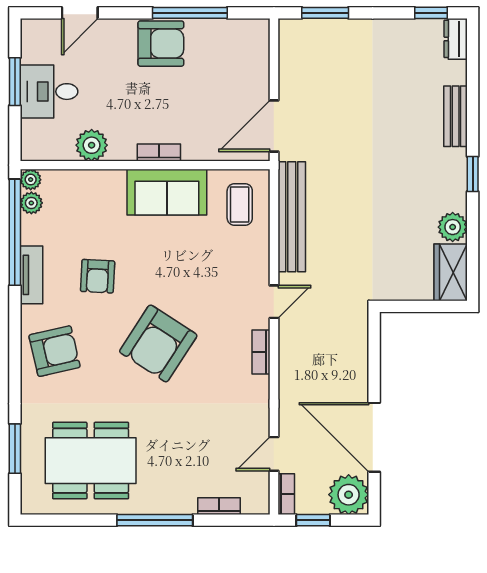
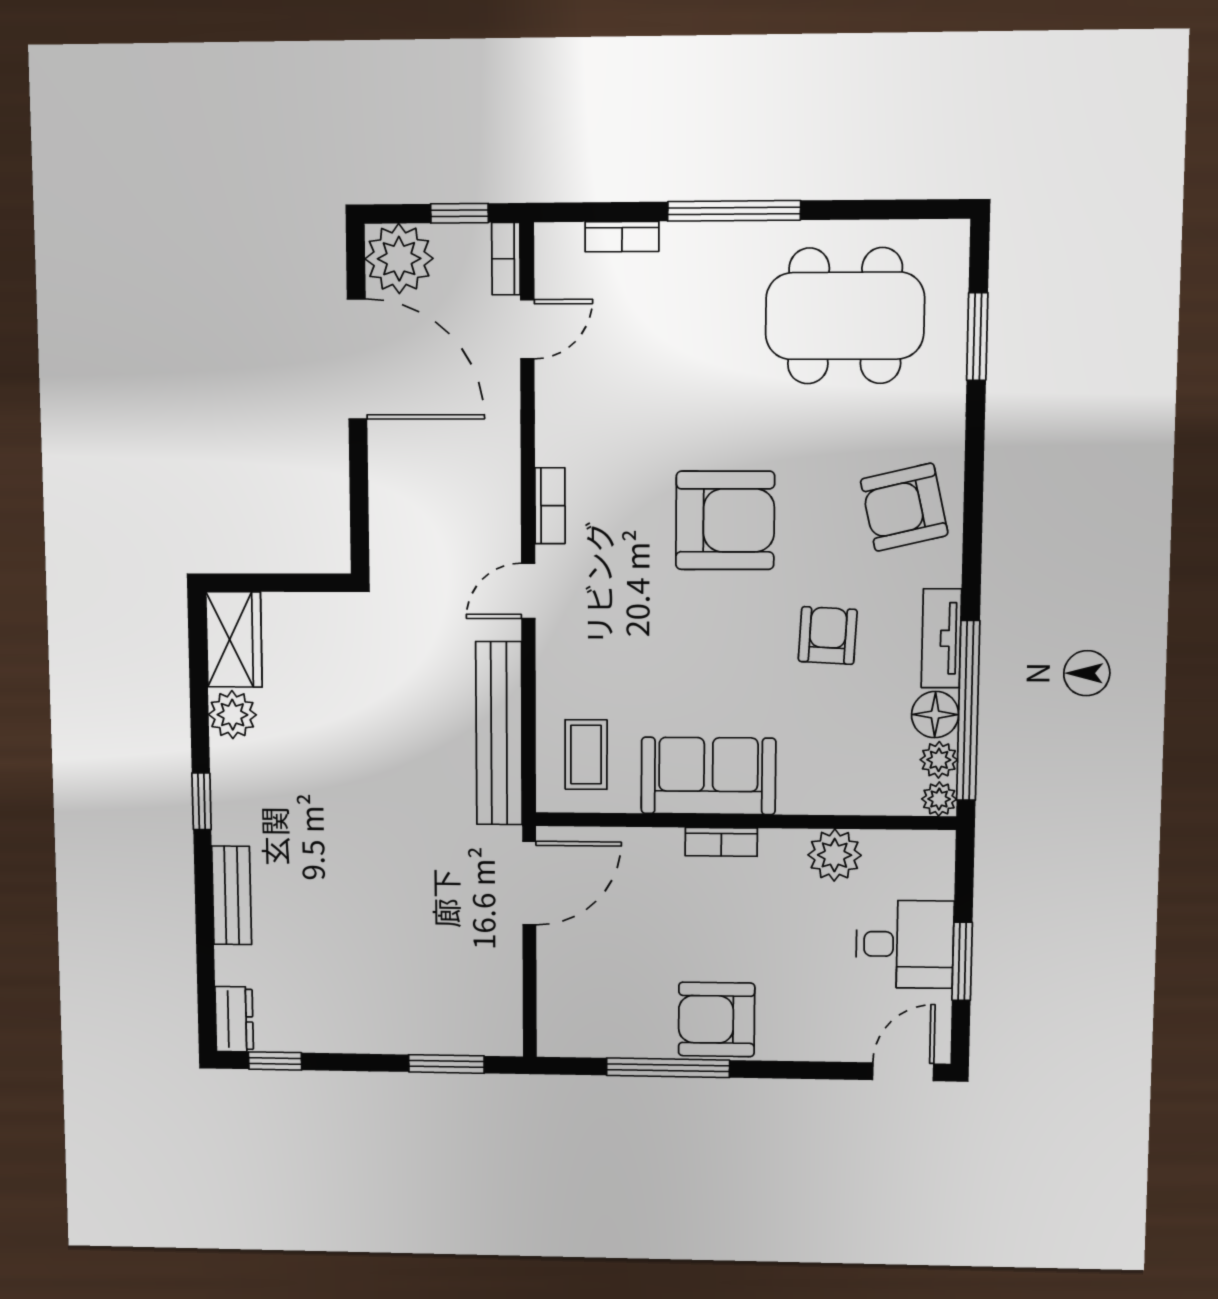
door: (80, 13) -> (903, 1072), moved
floor lamp: (34, 230) -> (935, 715), added
armchair: (158, 343) -> (725, 520), turned 57

